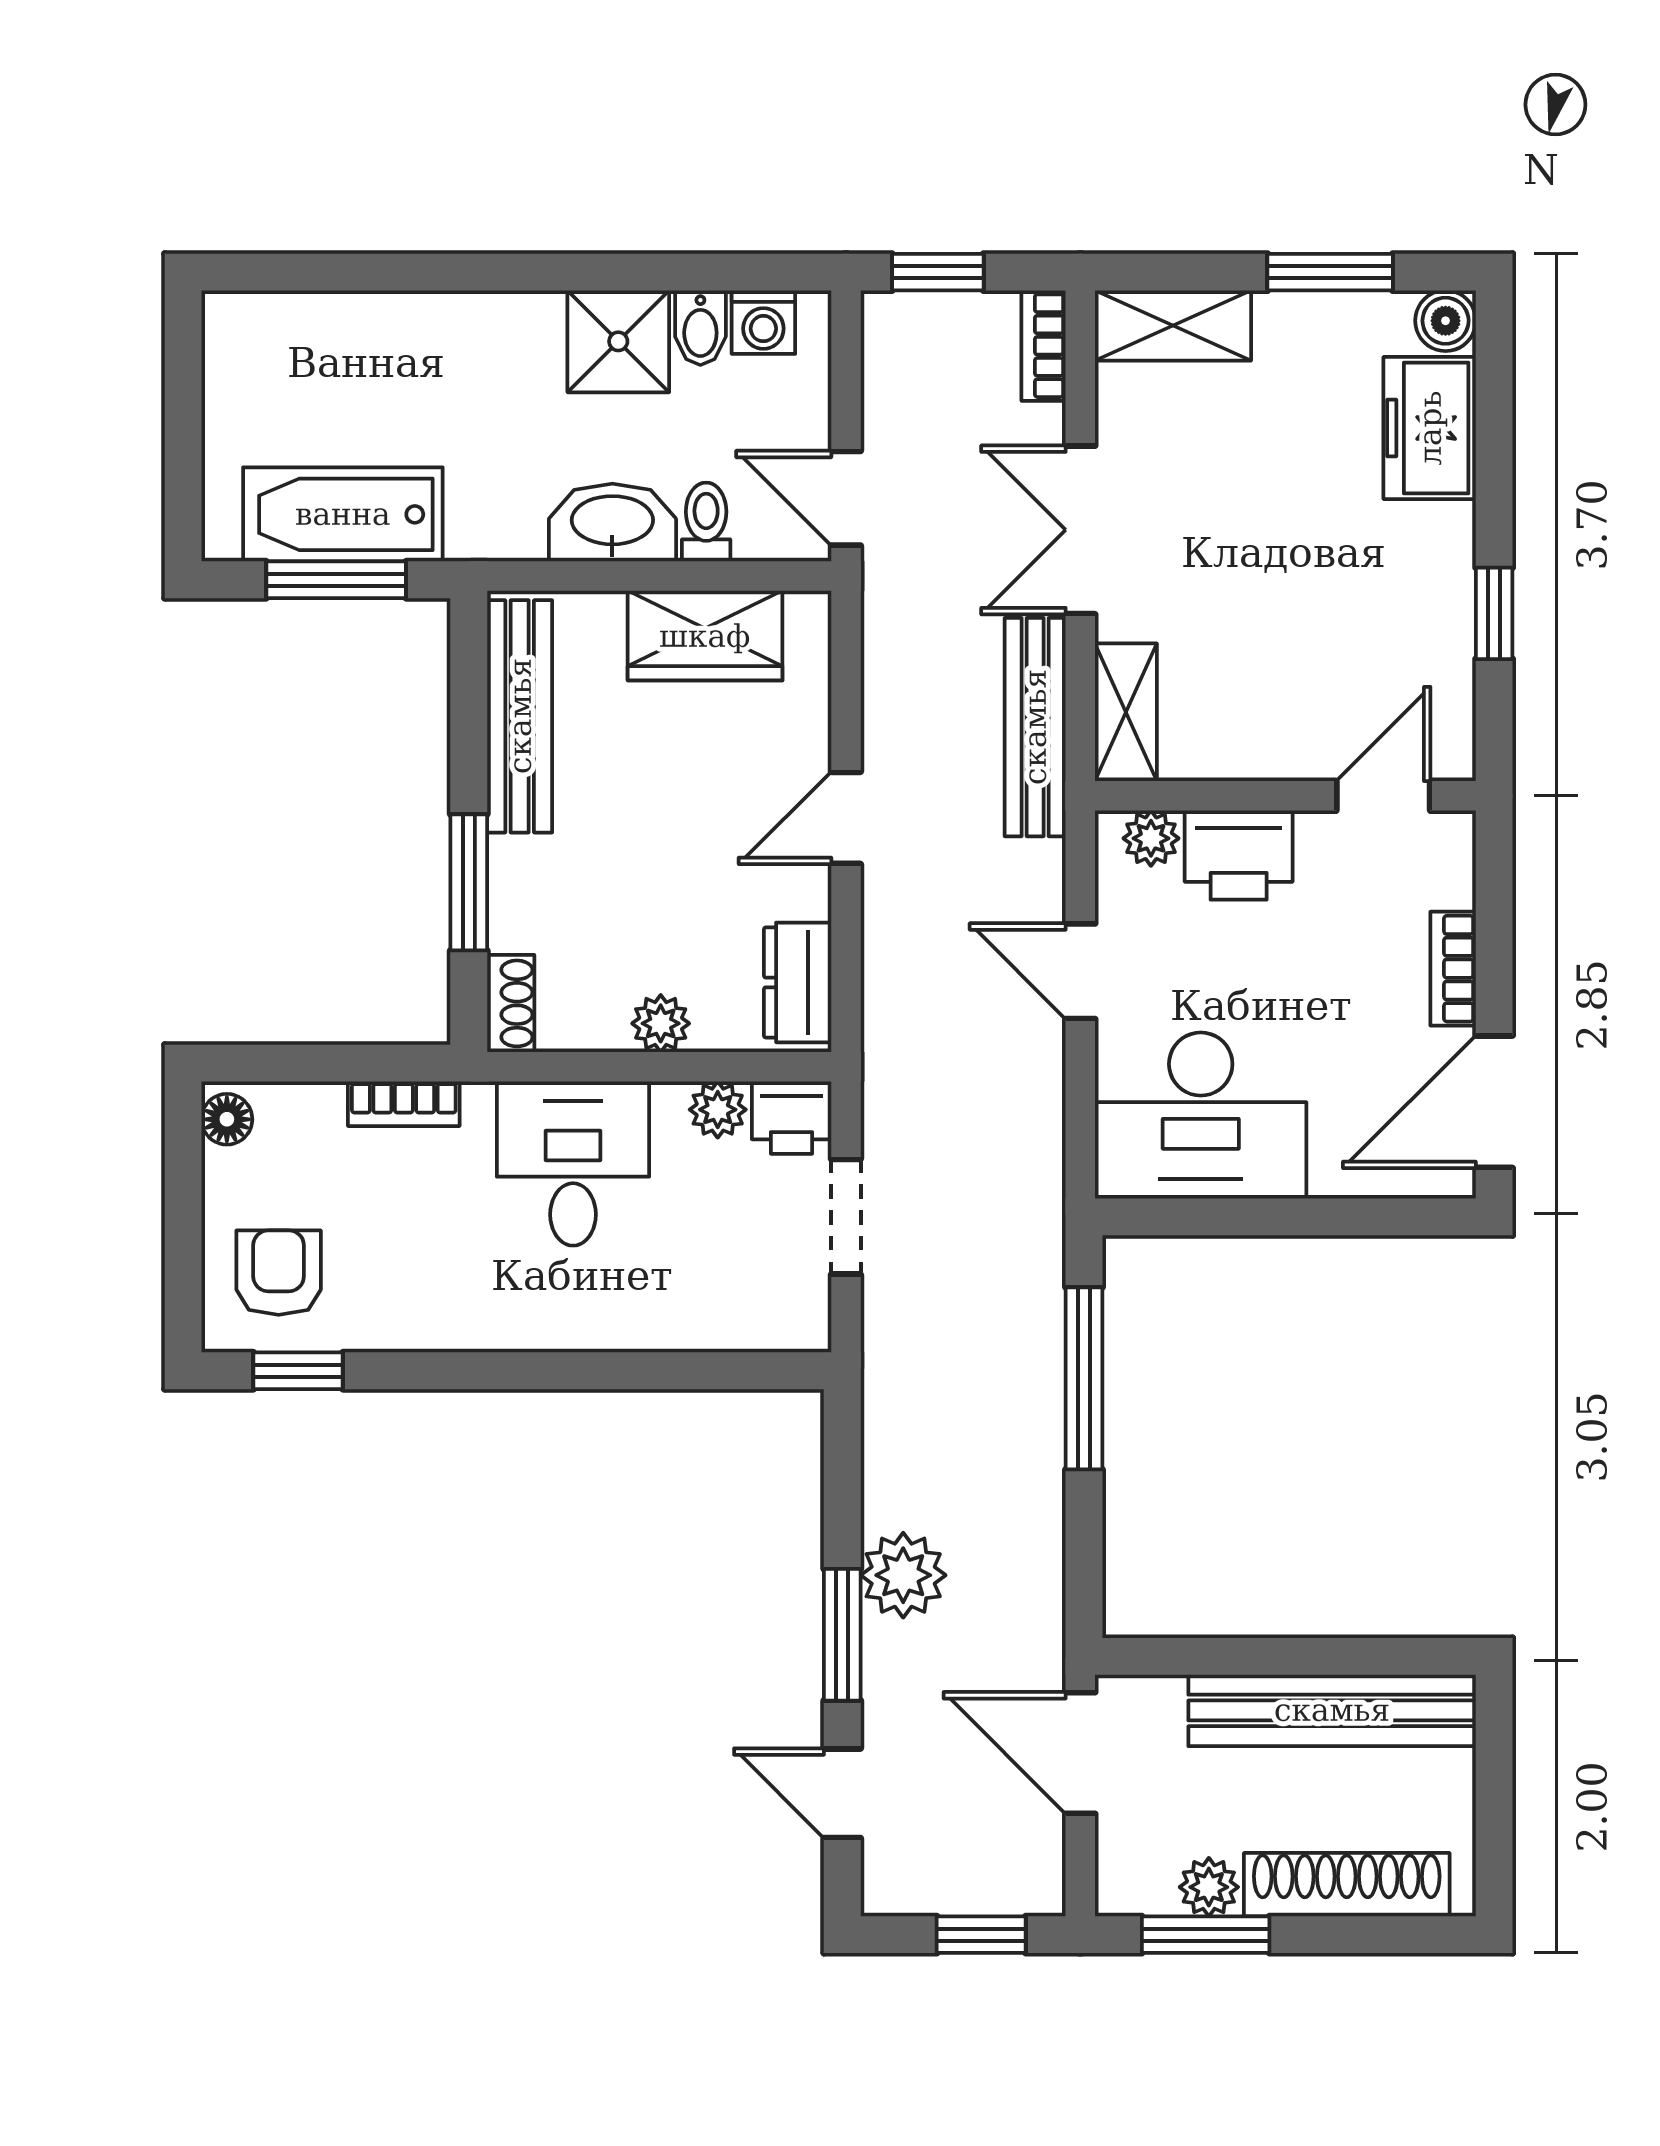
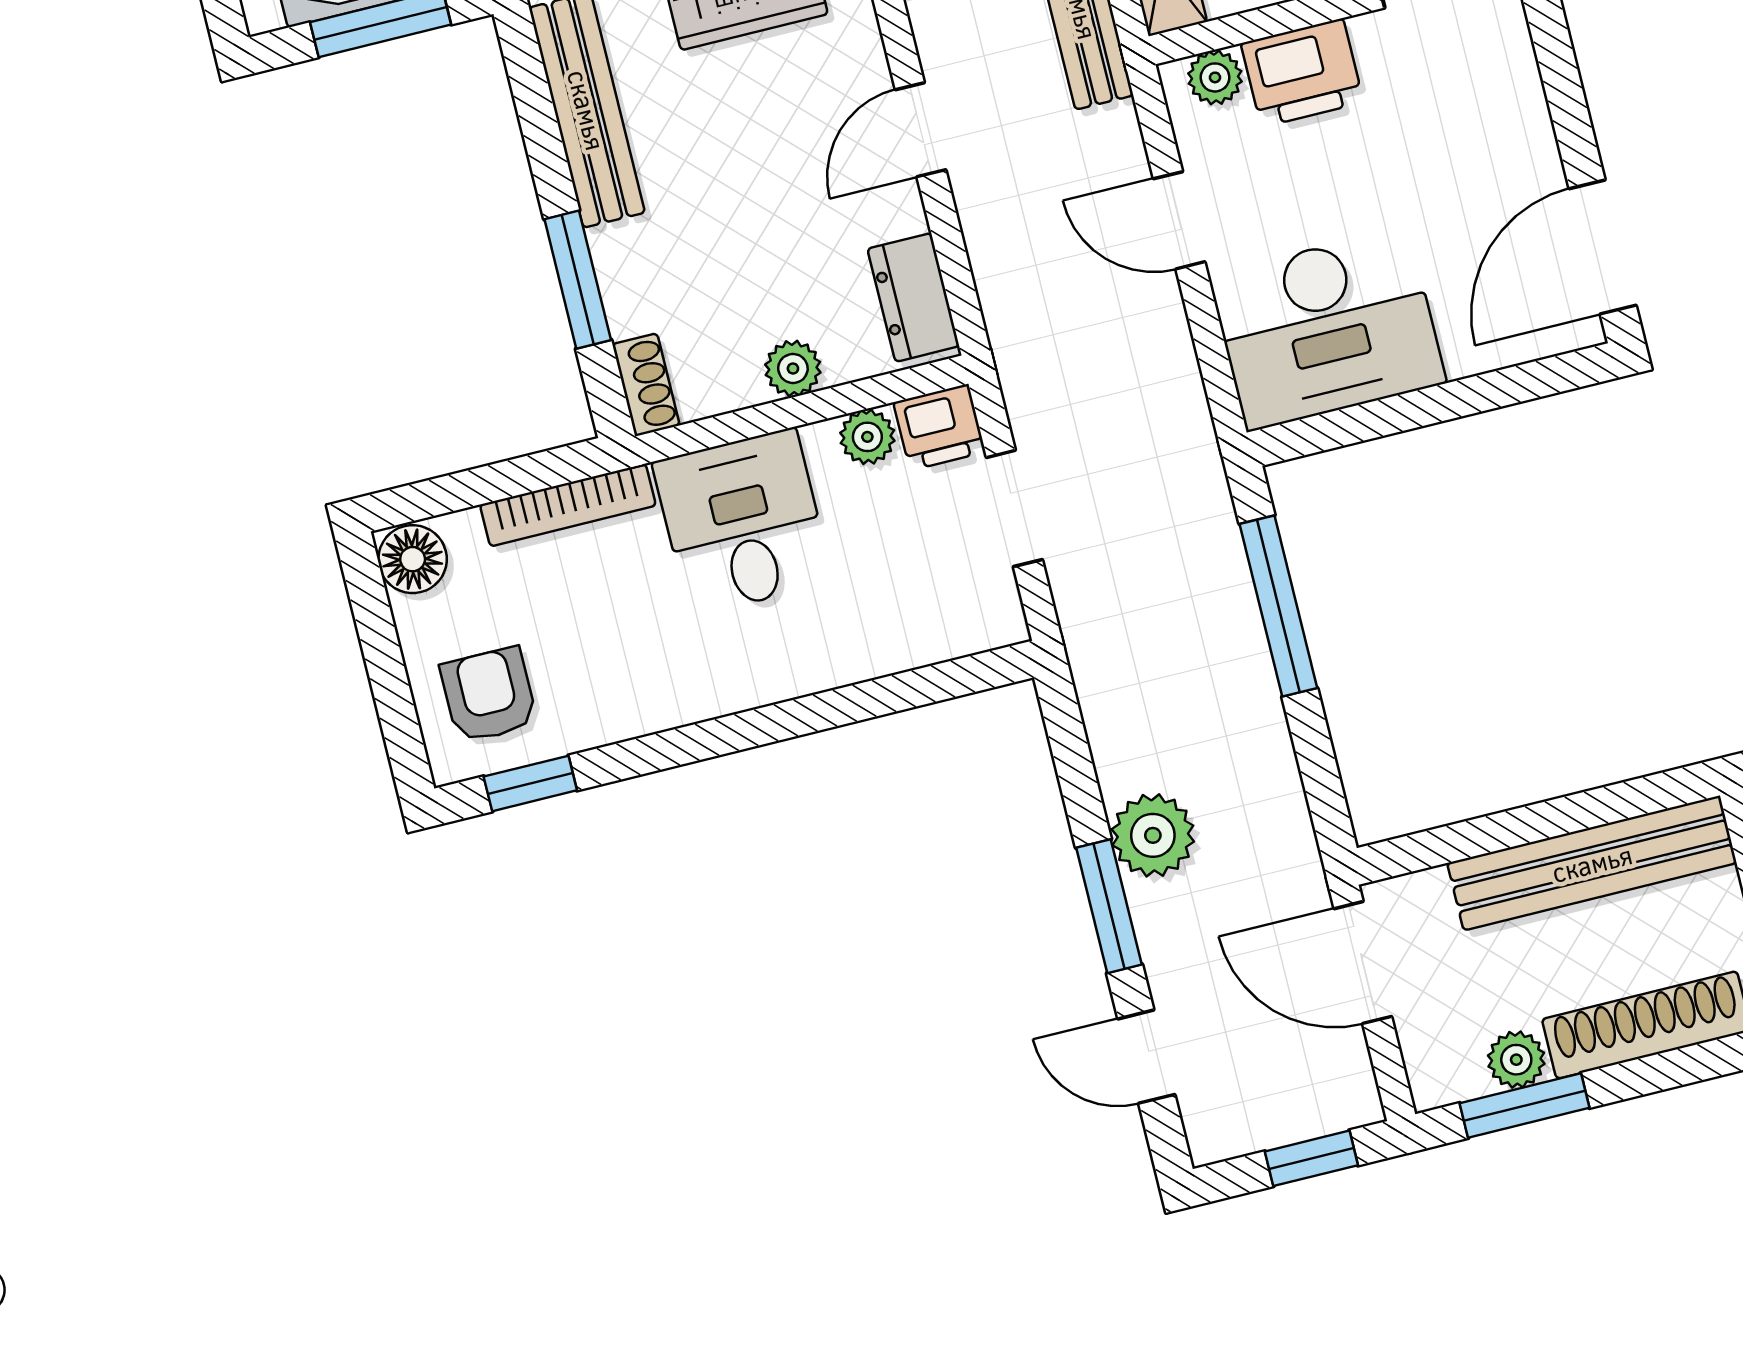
bookcase: (1453, 969) -> (1532, 130), removed
bookcase: (404, 1104) -> (568, 505), width x1.56
floor lamp: (227, 1119) -> (413, 559), width x1.37, depth x1.37

